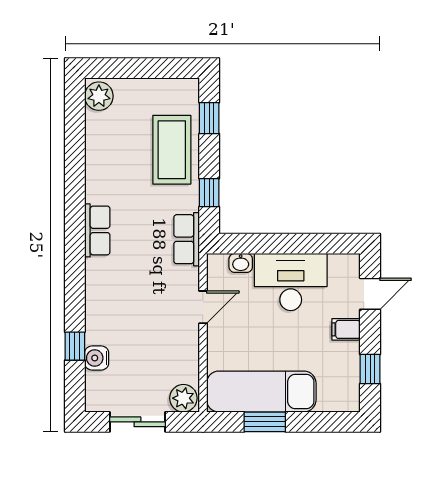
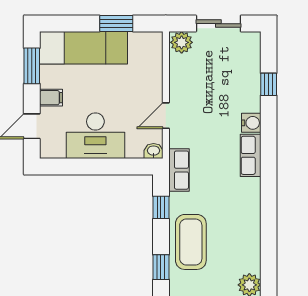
row of seats: (97, 230) -> (251, 155), moved
washbasin: (241, 263) -> (154, 151), moved
water cooler: (97, 358) -> (251, 123), moved
window: (370, 369) -> (32, 66), width x1.50
exam couch: (261, 392) -> (84, 48), moved

